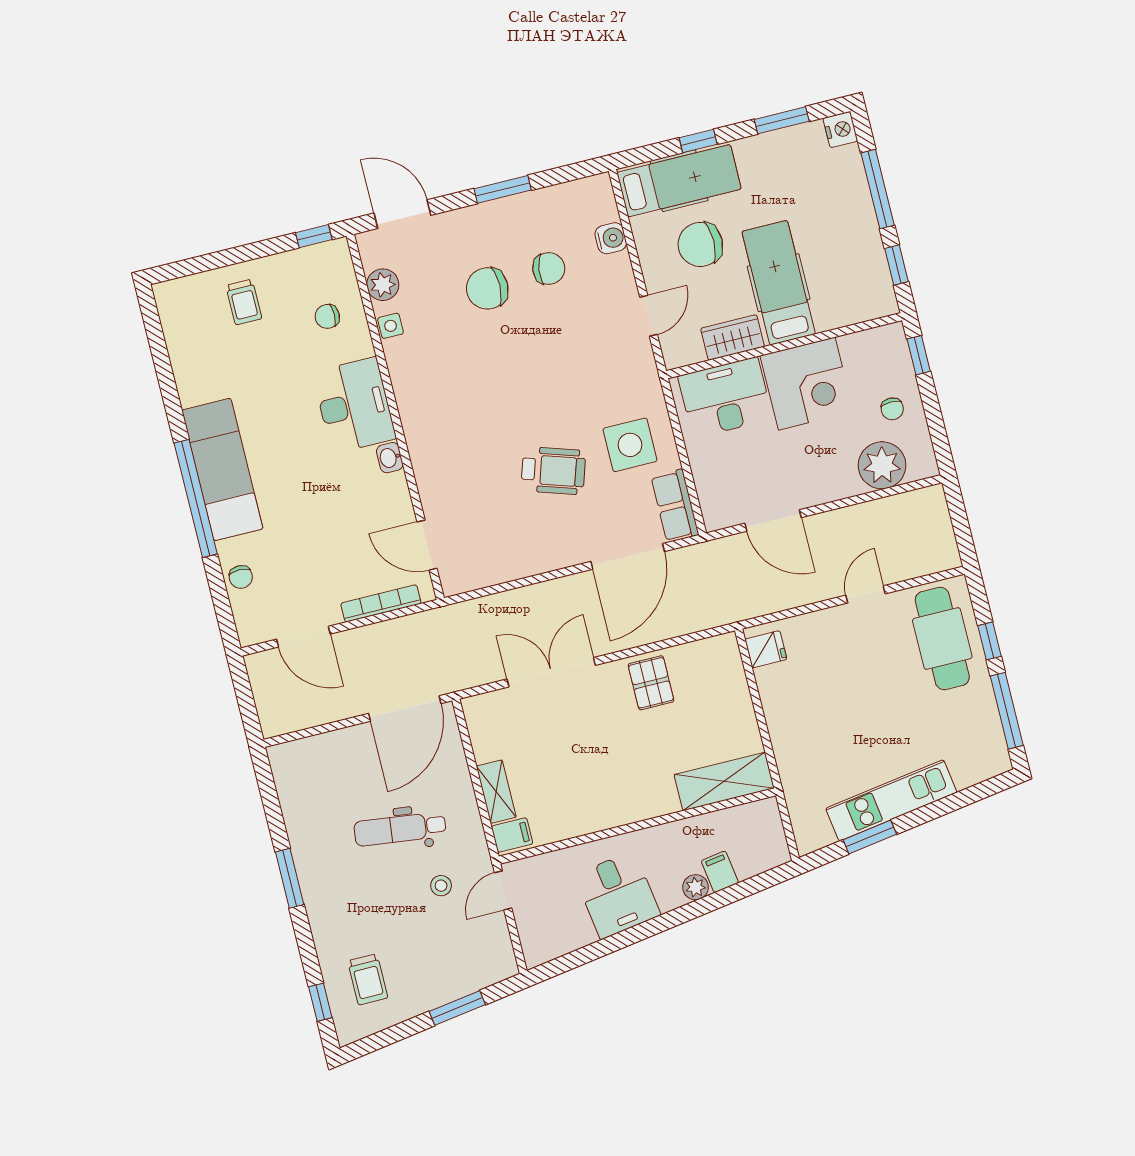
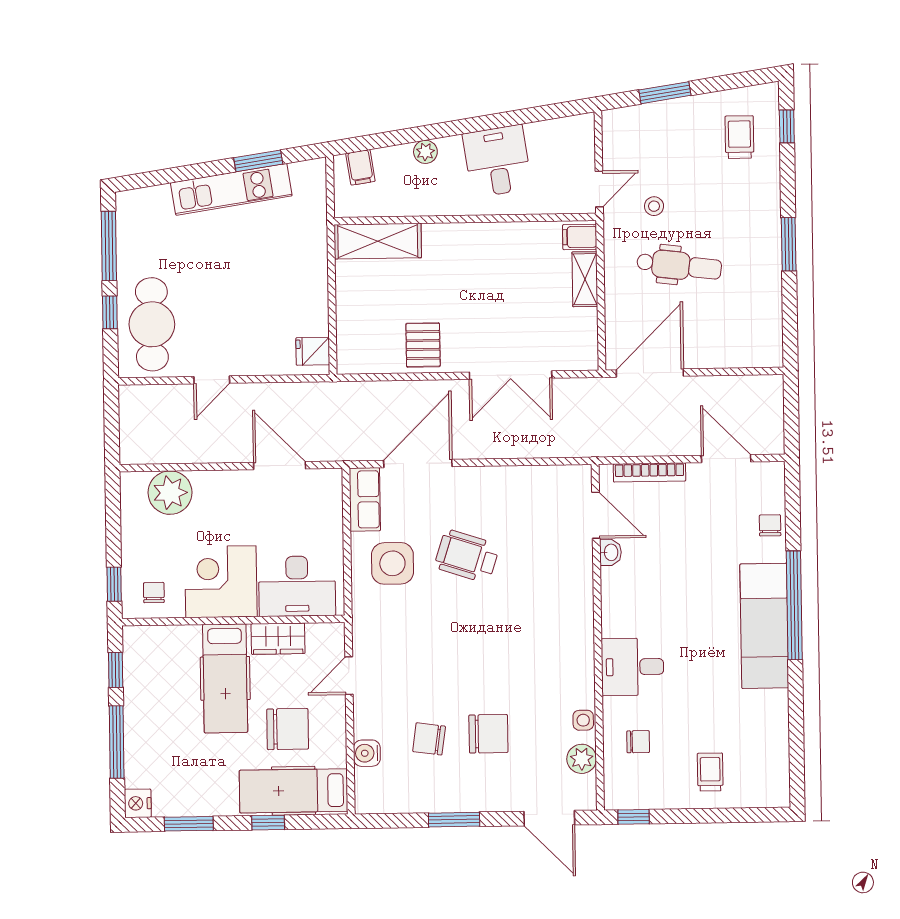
desk: (354, 405) -> (633, 667), width x0.73
chair: (892, 409) -> (154, 593), moved
washbasin: (390, 458) -> (610, 552), moved
filing cabinet: (720, 872) -> (360, 167), moved

